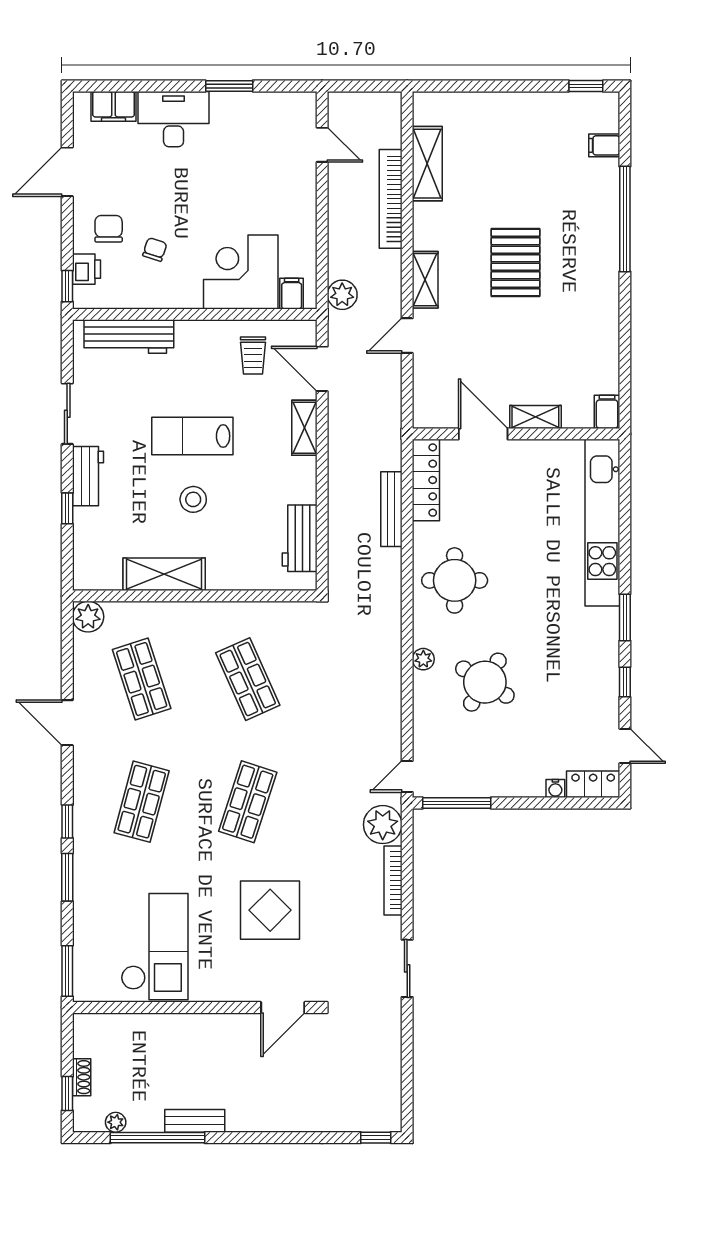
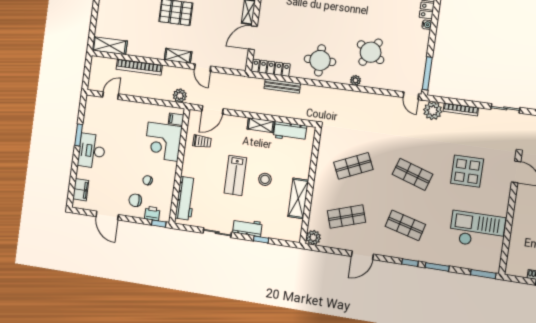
desk: (174, 119) -> (92, 151), moved
shelving: (427, 164) -> (110, 46), moved
shelving: (304, 428) -> (261, 125), moved

